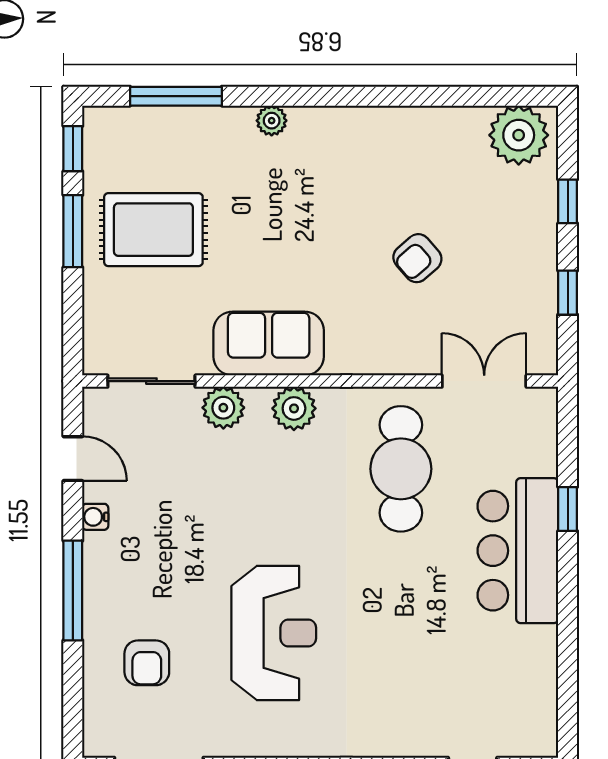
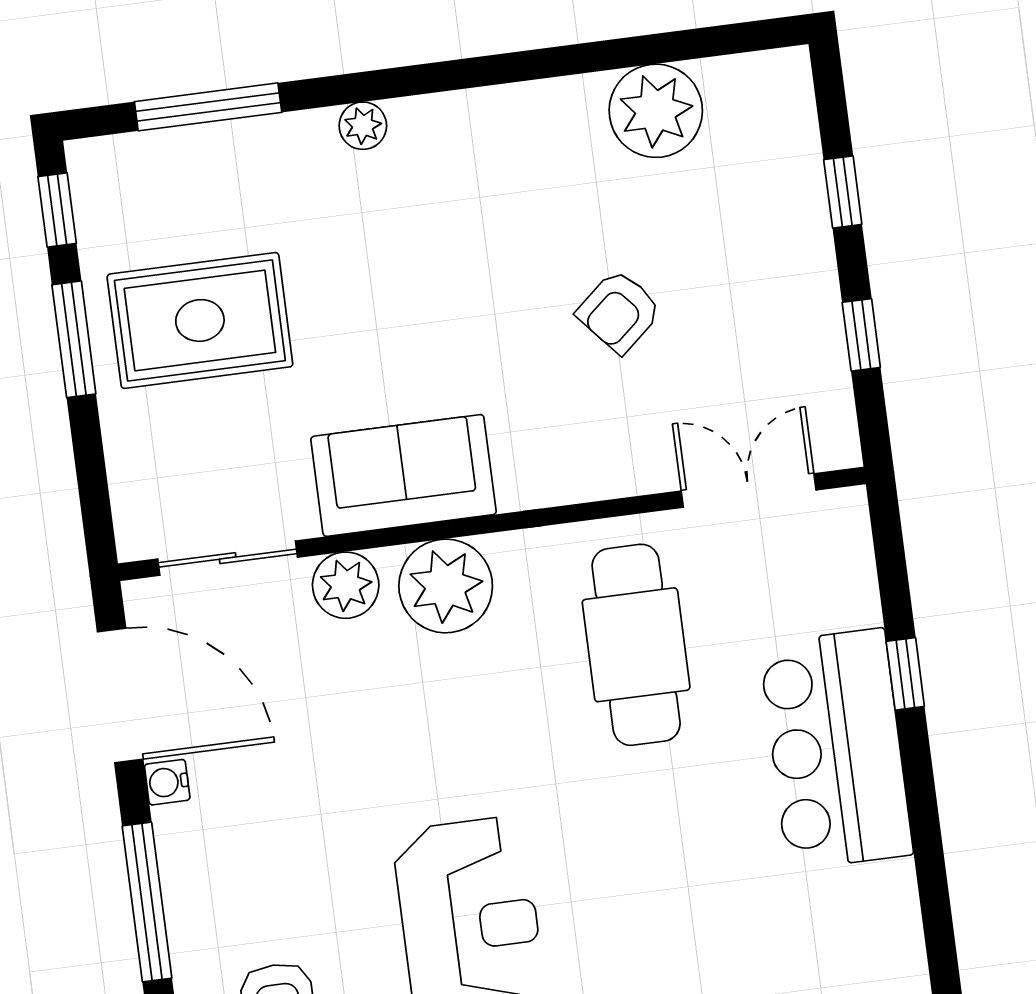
plant: (519, 135) -> (656, 111), moved
plant: (294, 408) -> (446, 586), width x1.36, depth x1.36
door: (73, 459) -> (120, 696), width x1.87

